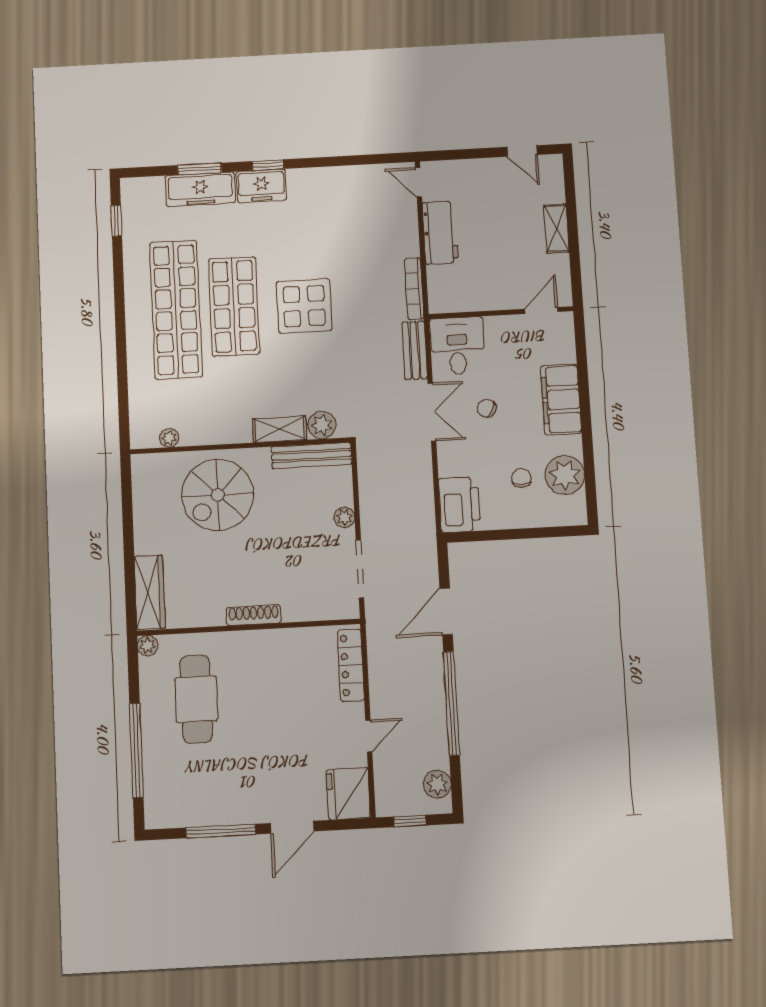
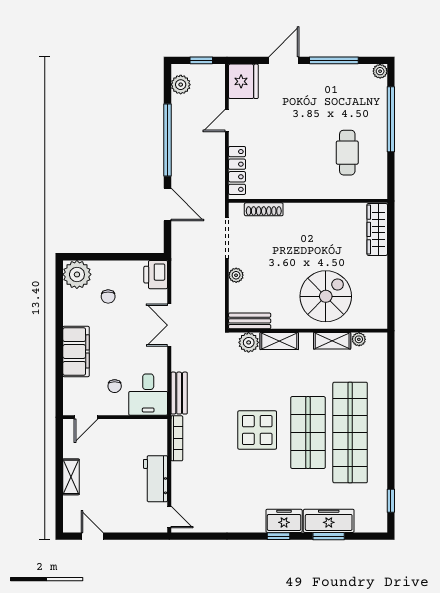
chair: (487, 408) -> (115, 386), moved, turned 63
double door: (432, 412) -> (169, 325), moved
shelving: (206, 434) -> (332, 341), added
bench: (311, 456) -> (250, 321), width x0.73
plant: (565, 475) -> (77, 274), moved
printer: (459, 505) -> (156, 275), width x0.73, depth x0.84
door: (446, 612) -> (167, 205), hinge flipped
shoe rack: (254, 615) -> (264, 209), moved
plant: (148, 646) -> (380, 71), moved
cafe table: (196, 699) -> (347, 153), width x0.73, depth x0.74

